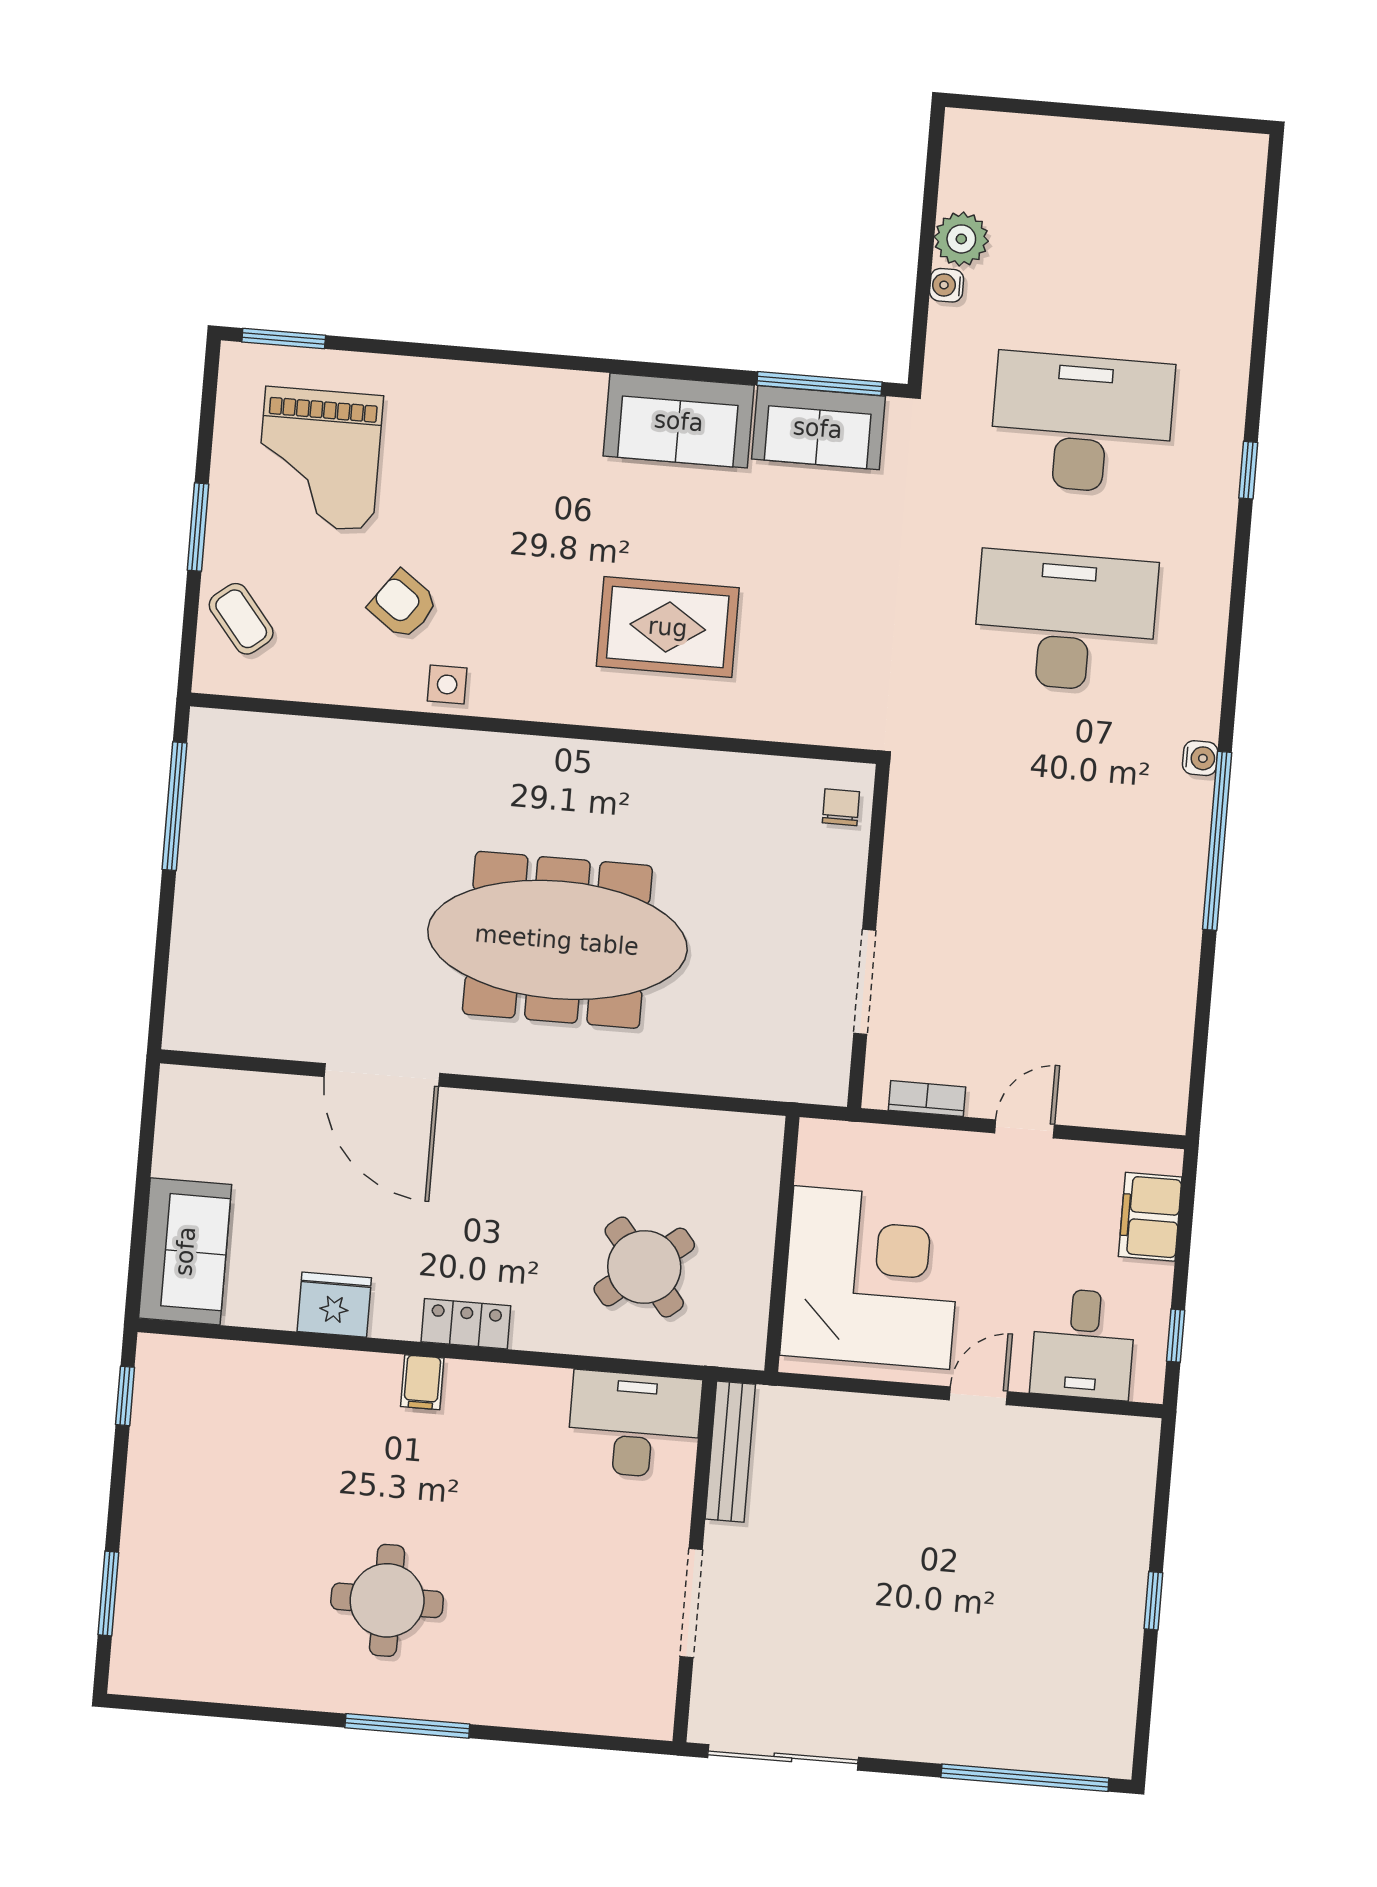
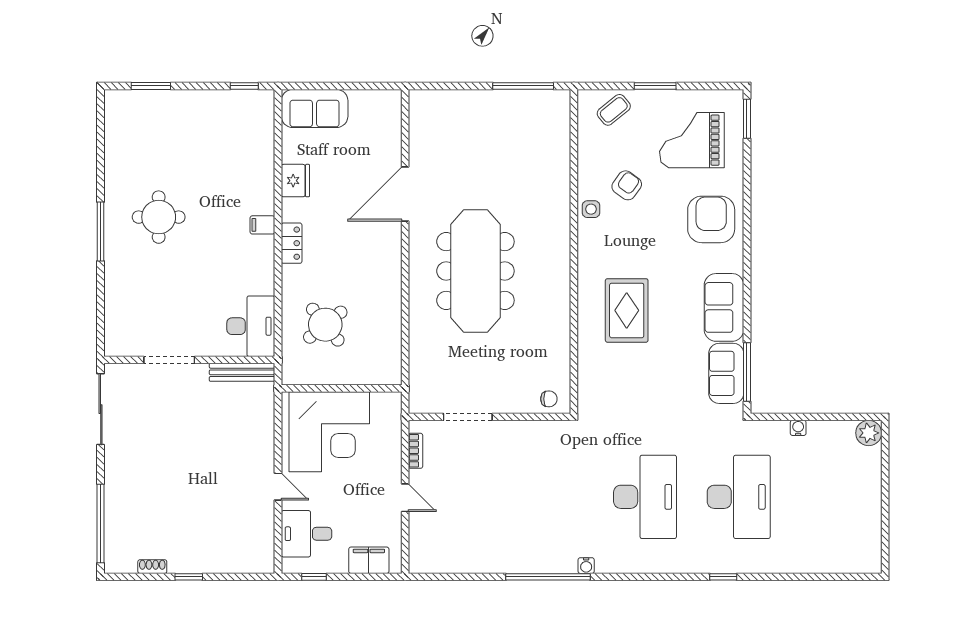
plant: (961, 239) -> (869, 433), moved
armchair: (490, 432) -> (711, 219), added
shoe rack: (1125, 1676) -> (152, 567), added

